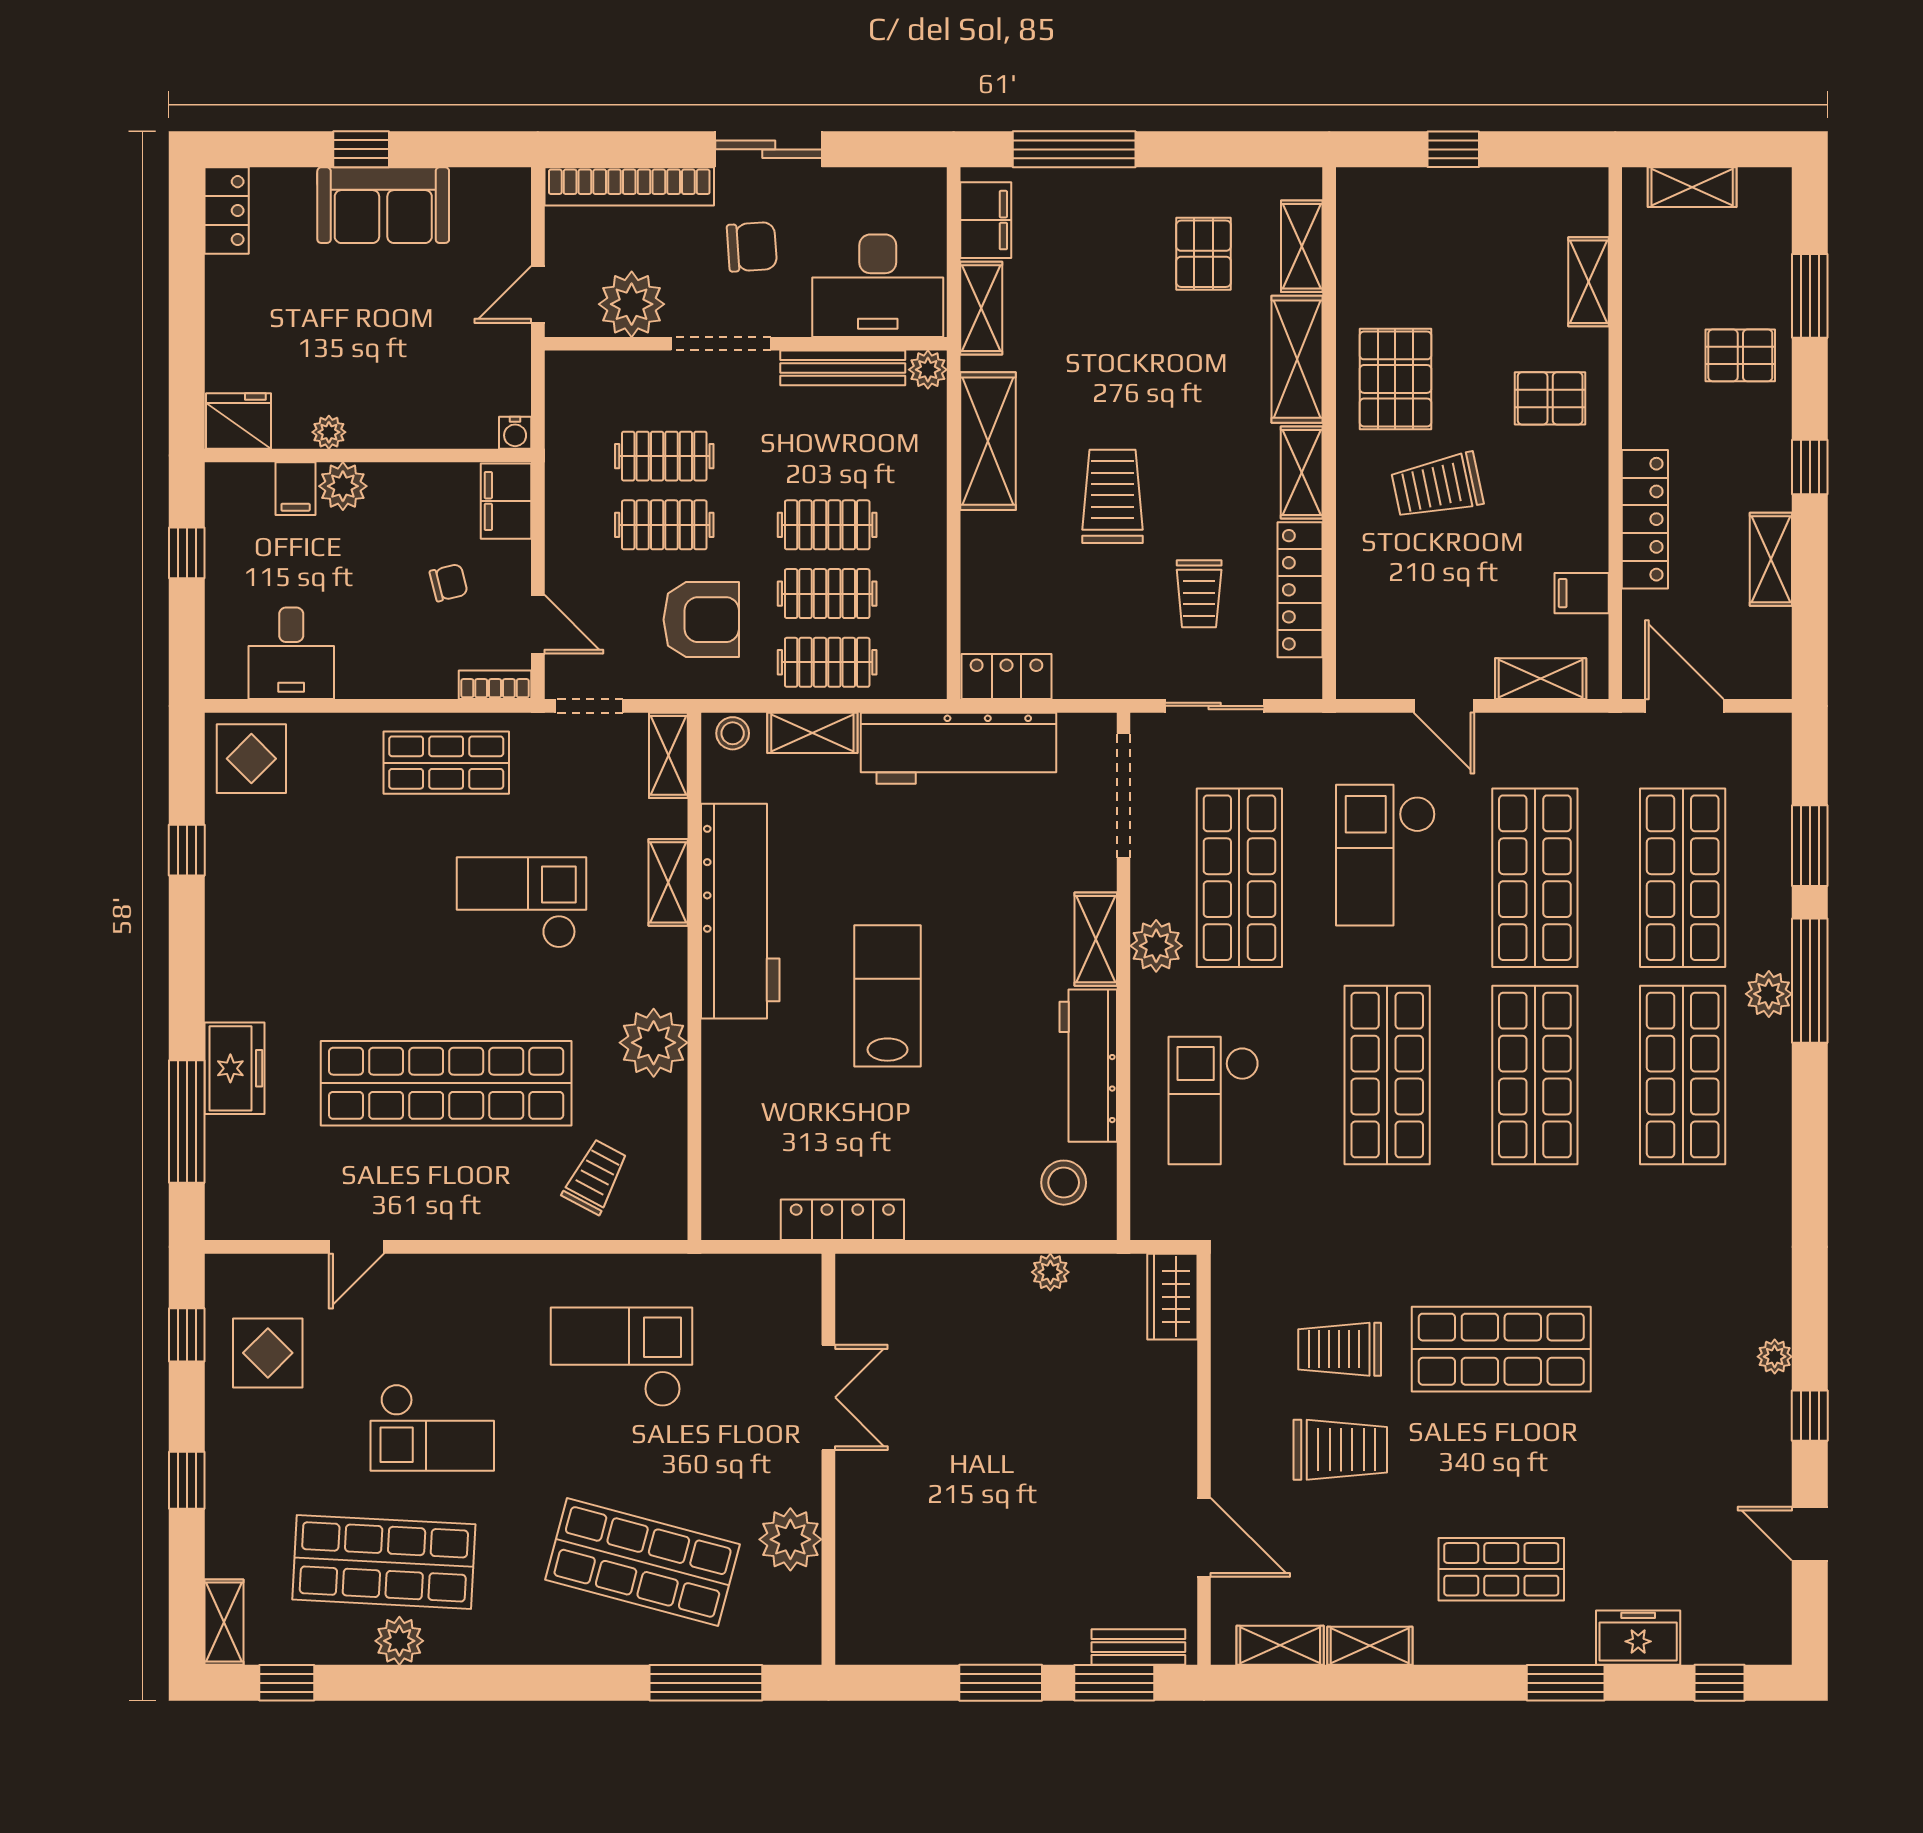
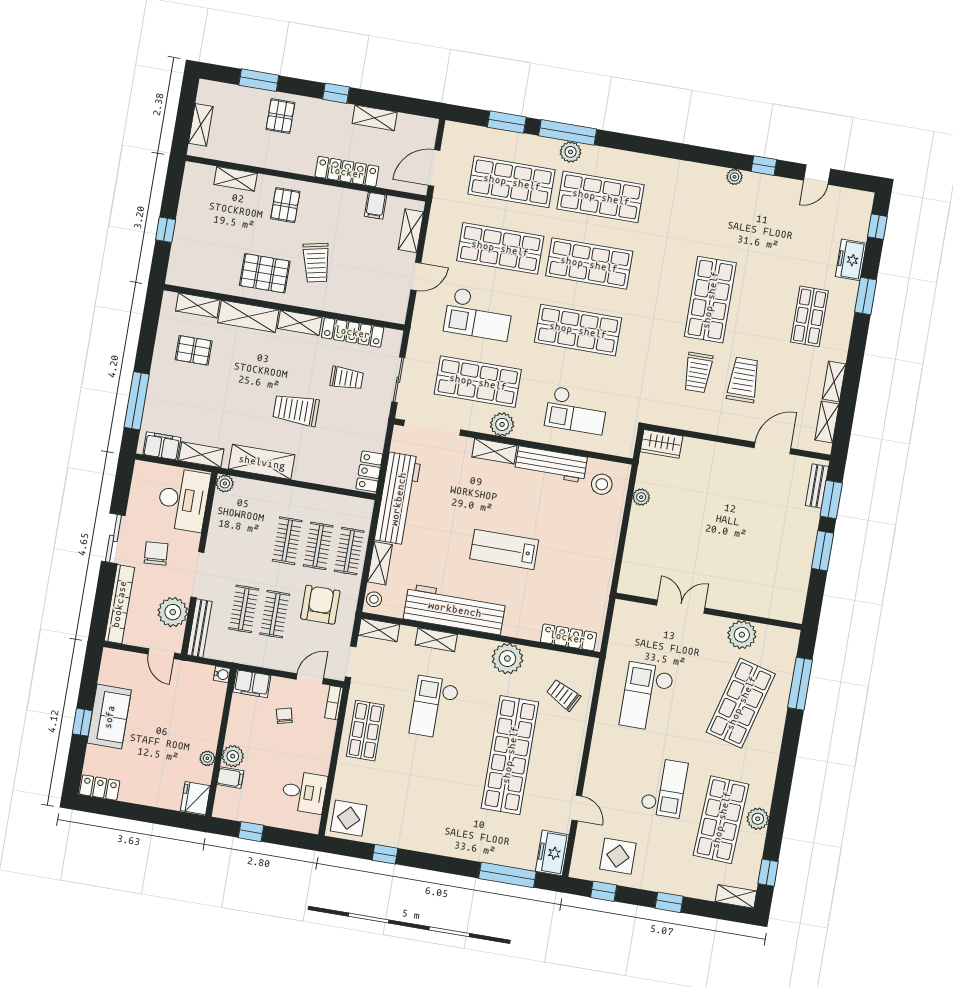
bench: (843, 368) -> (200, 628), moved
freezer: (235, 1068) -> (552, 853), moved, turned -90
locker: (842, 1220) -> (568, 637), moved, turned 90

